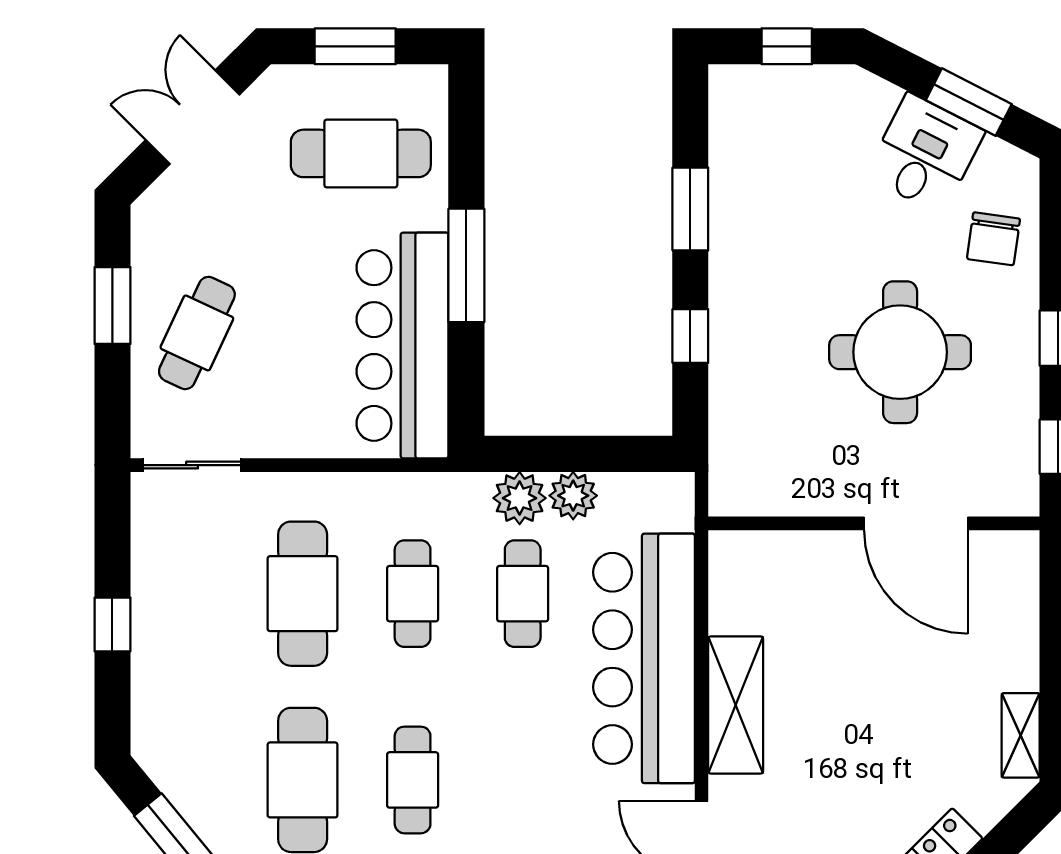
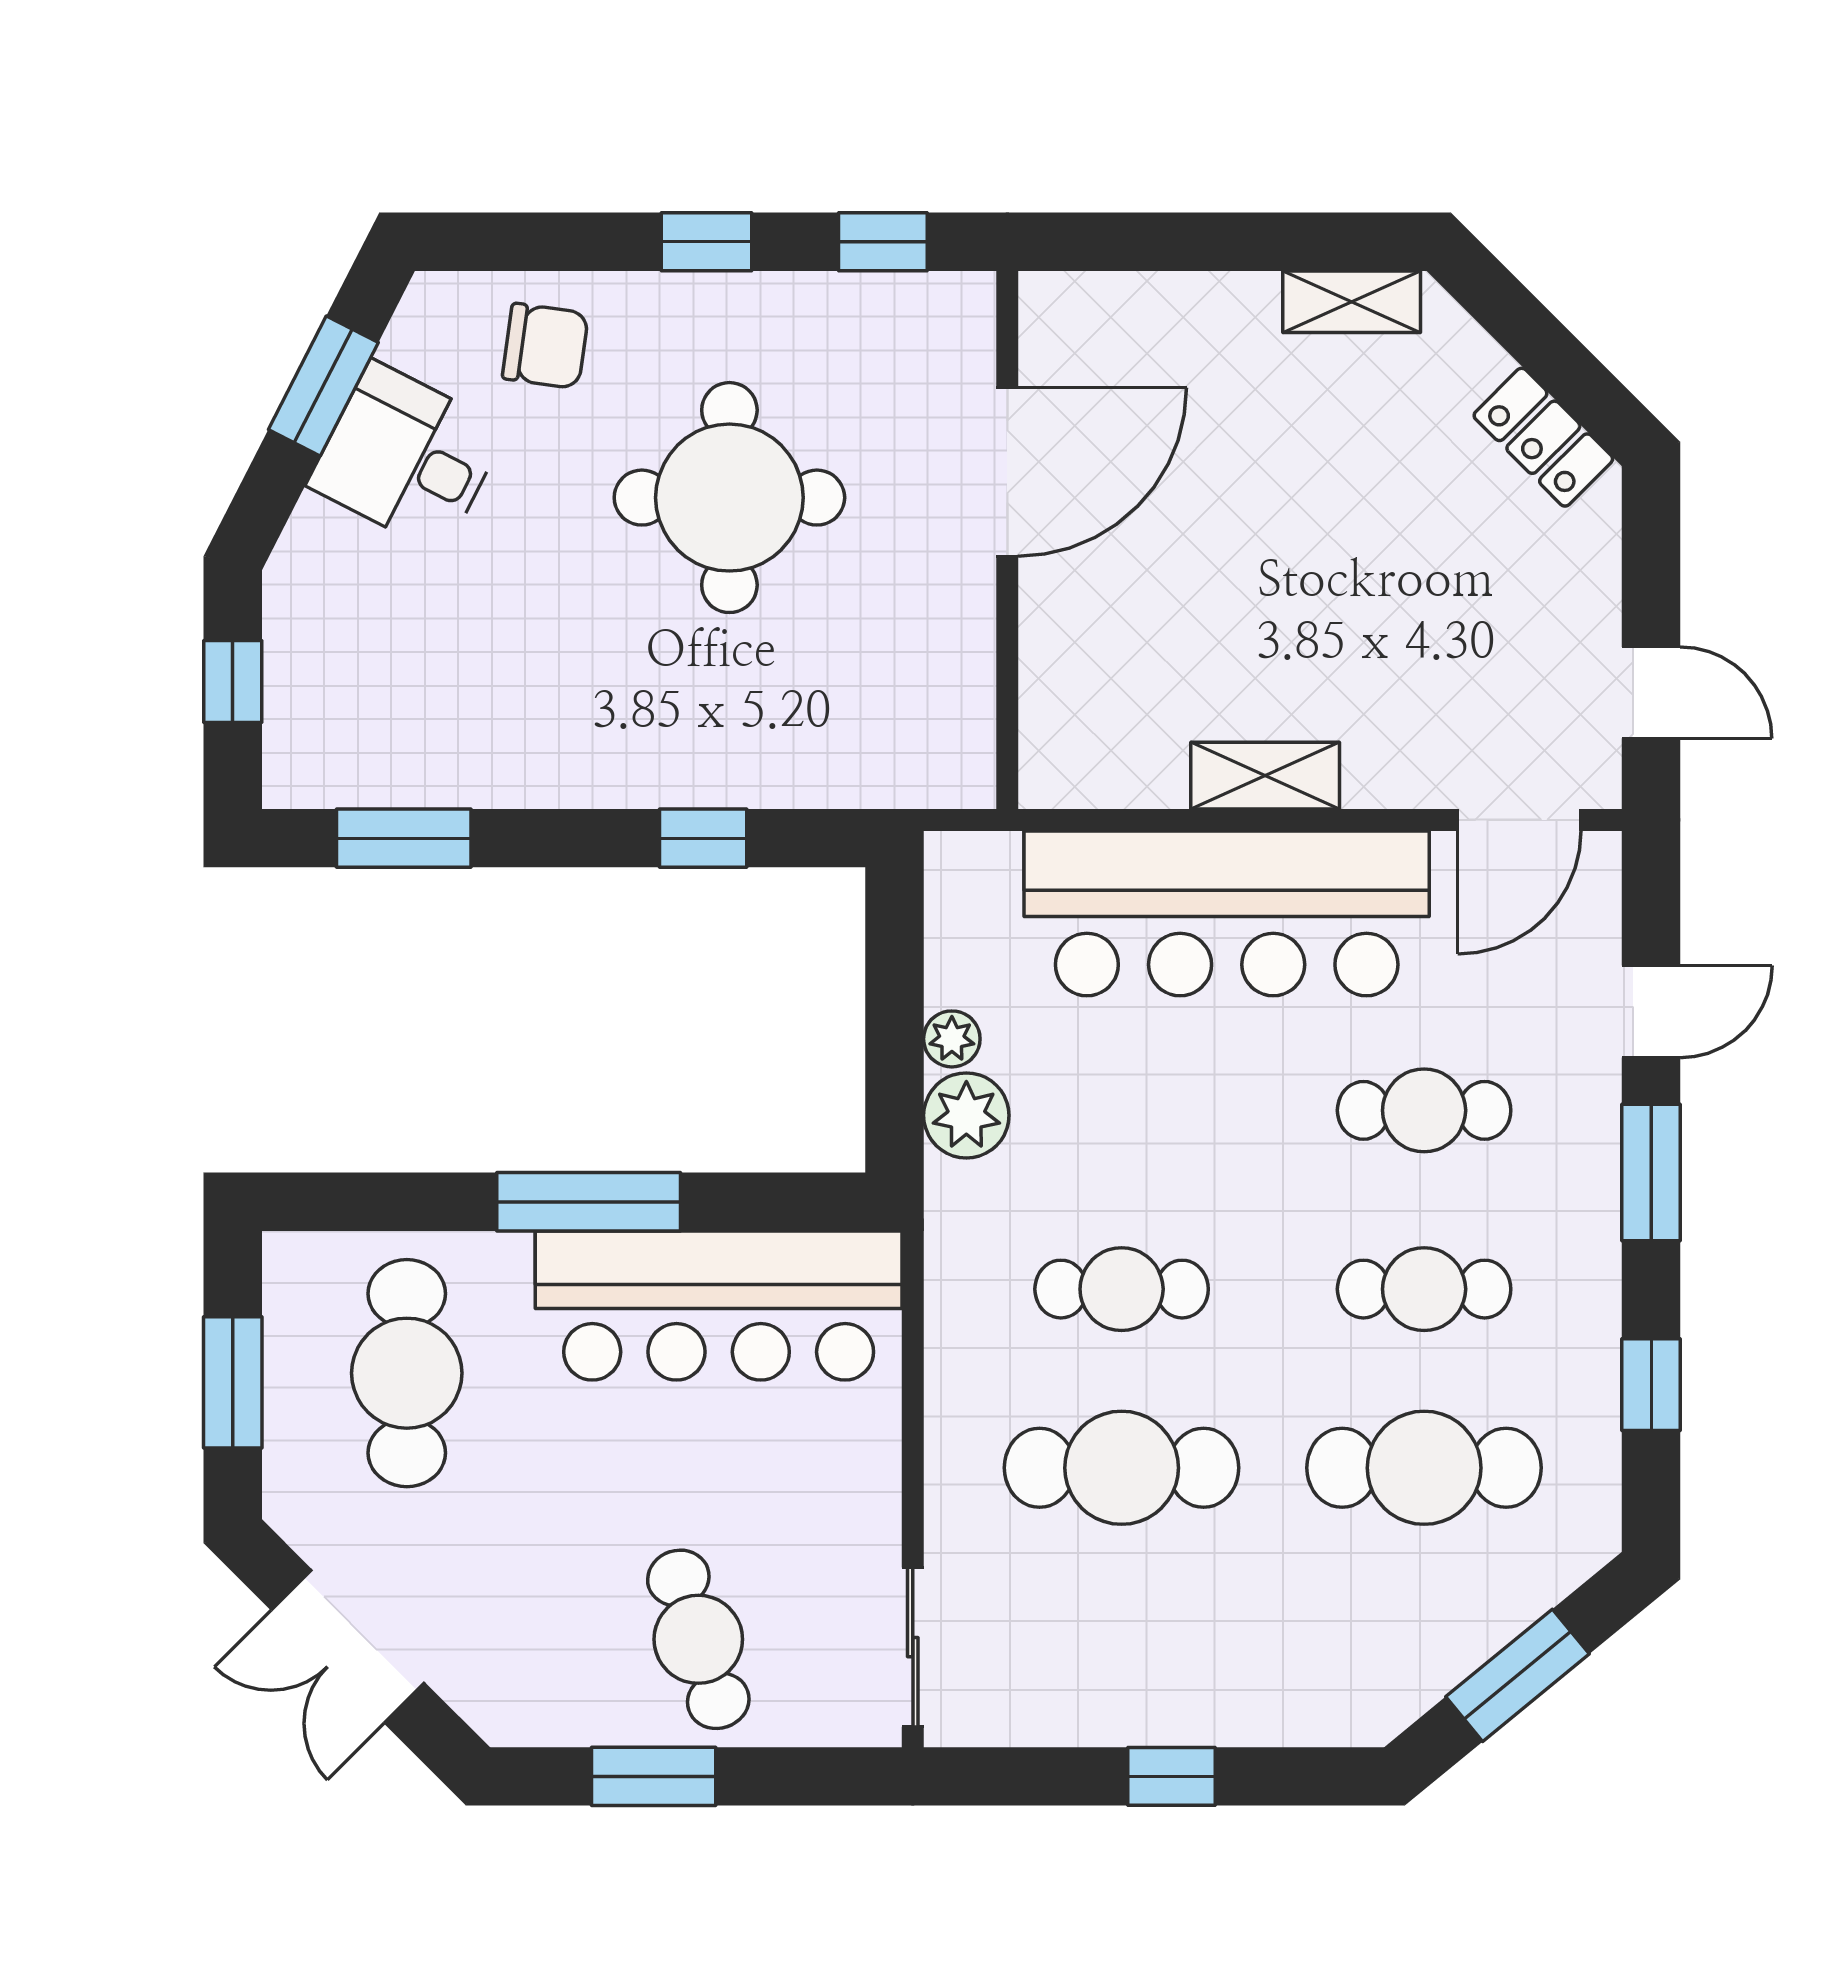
window: (690, 209) -> (404, 838), moved
cafe table: (197, 333) -> (698, 1639), turned 47
plant: (573, 496) -> (952, 1039), width x0.73, depth x0.73
cafe table: (523, 594) -> (1424, 1110), moved
shelving: (736, 705) -> (1265, 776), width x0.67, depth x0.75

